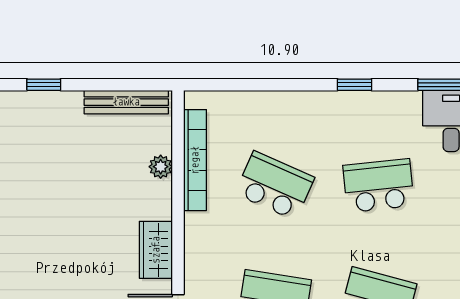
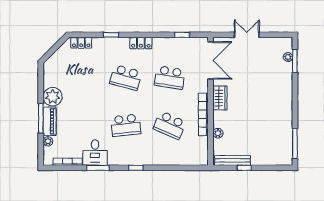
window: (44, 85) -> (244, 168), moved
bookcase: (195, 160) -> (203, 114), moved

